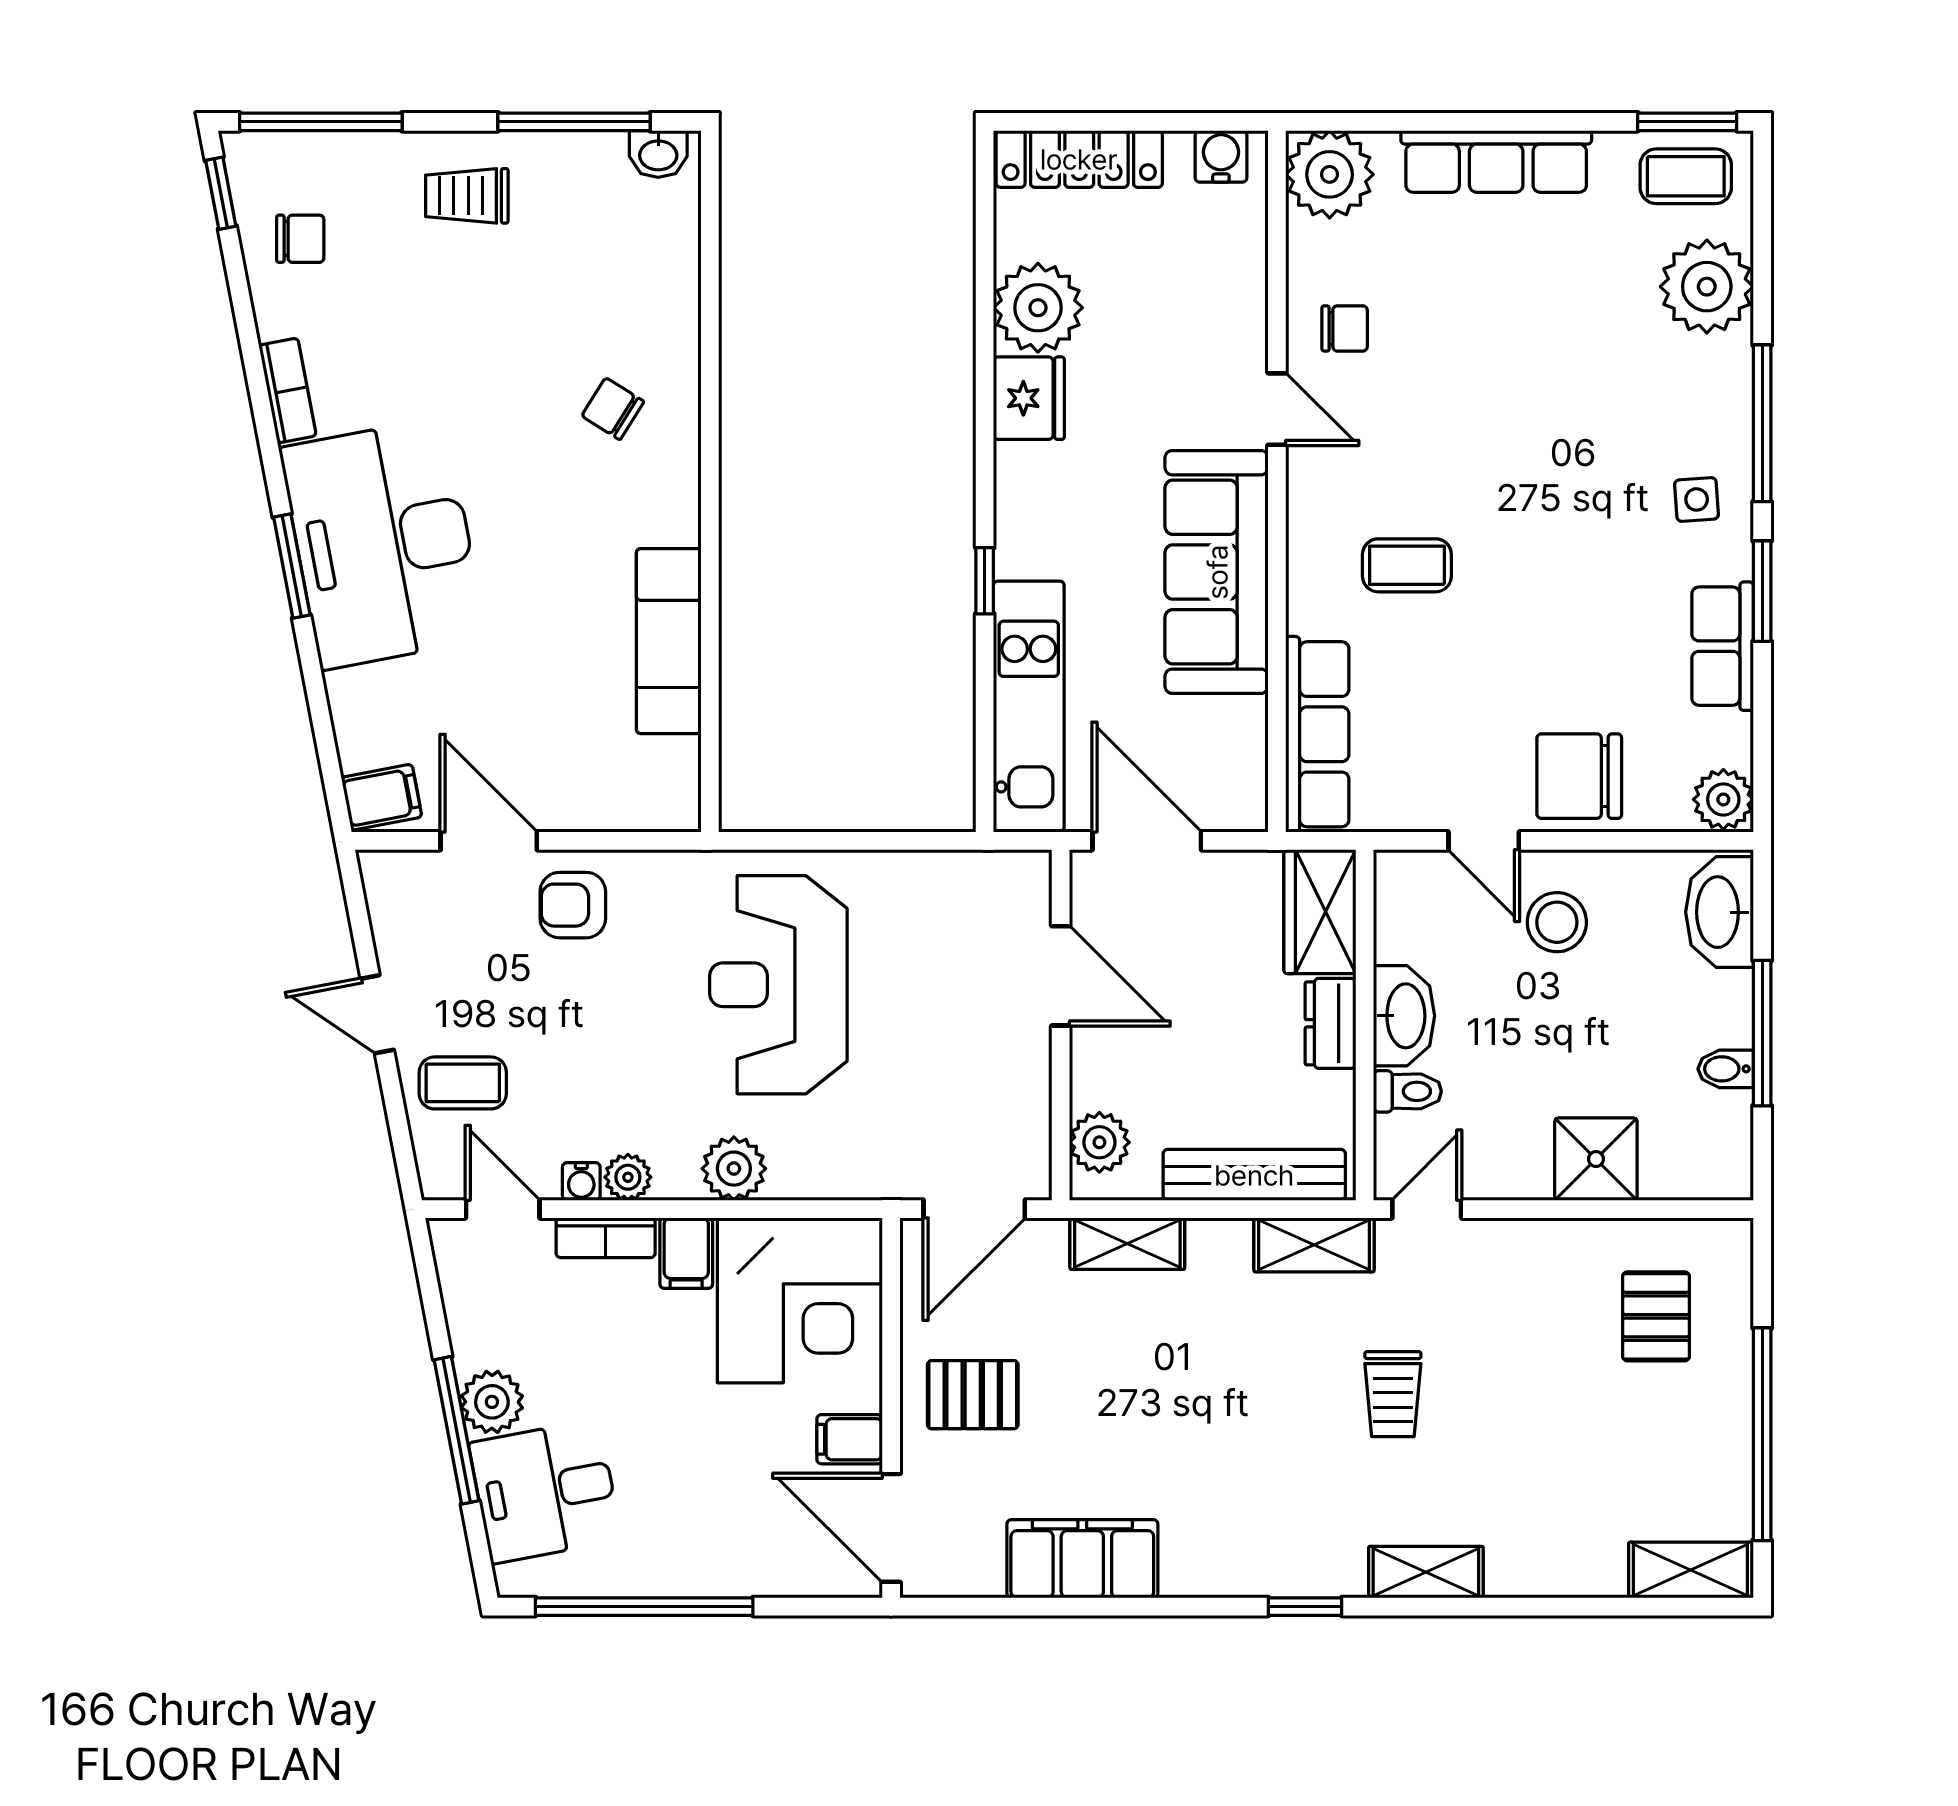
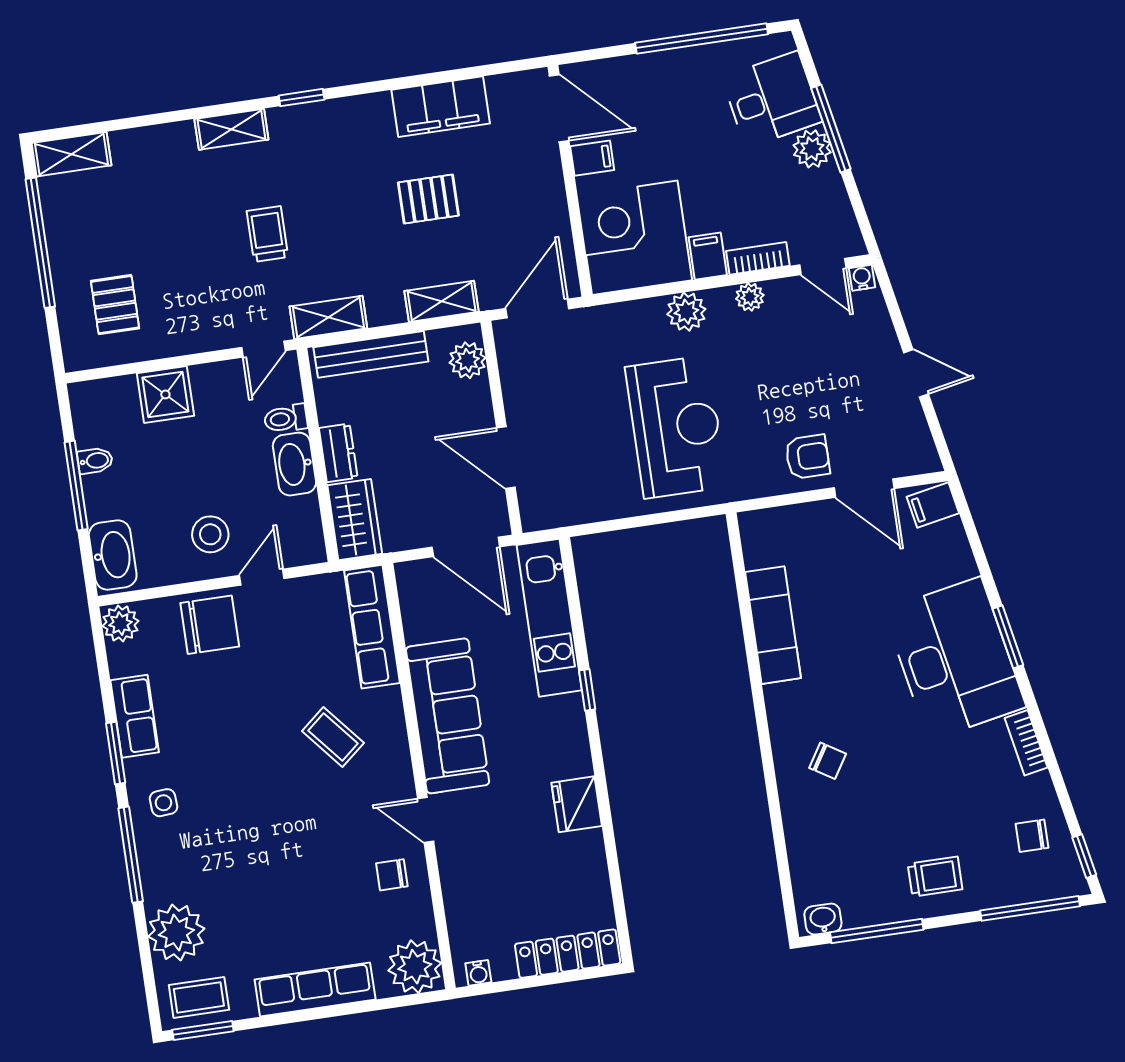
water cooler: (1221, 156) -> (478, 973), width x0.72, depth x0.72
plant: (1038, 308) -> (579, 860), removed
coffee table: (1407, 565) -> (333, 737), turned 50
door: (1484, 841) -> (262, 577), hinge flipped
coffee table: (463, 1083) -> (858, 339), removed
water cooler: (581, 1182) -> (862, 278), moved
pallet: (973, 1395) -> (428, 199), moved

